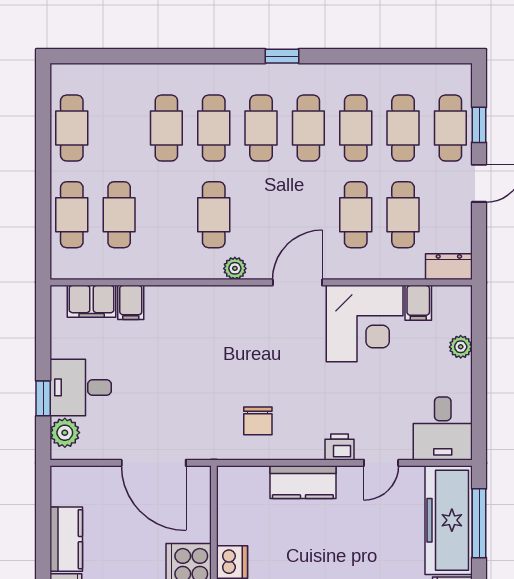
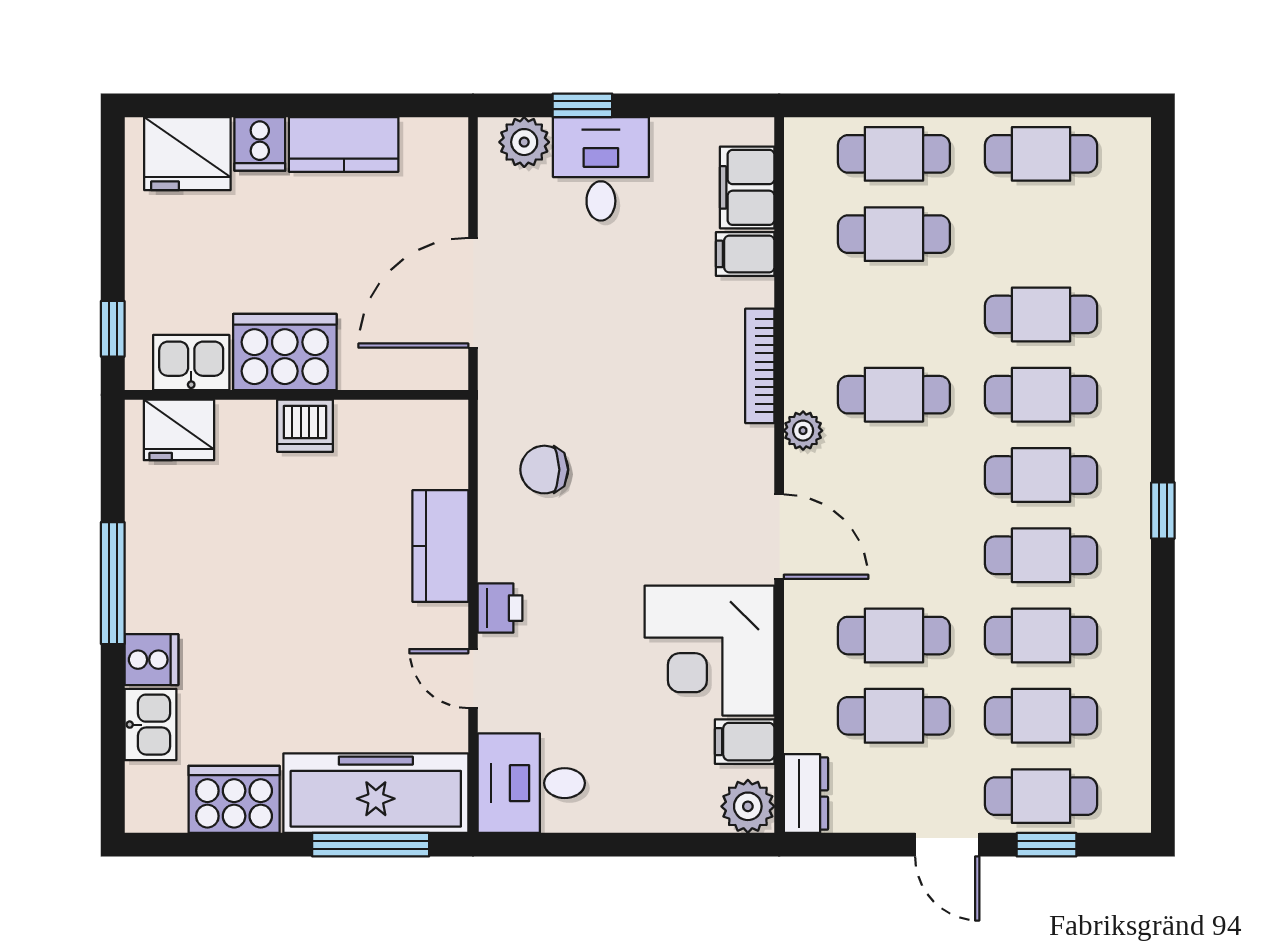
bookcase: (197, 294) -> (760, 366), added
plant: (461, 347) -> (748, 806), moved, width x1.38, depth x1.38

